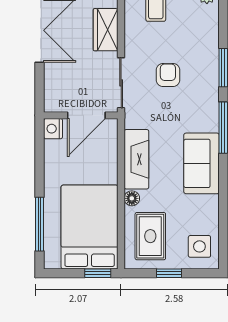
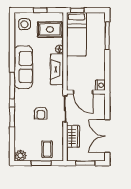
door: (86, 115) -> (83, 92), swing flipped
sofa: (202, 163) -> (23, 67), width x1.36
bed: (90, 227) -> (76, 34), width x0.67
rug: (150, 236) -> (50, 29), turned 90

